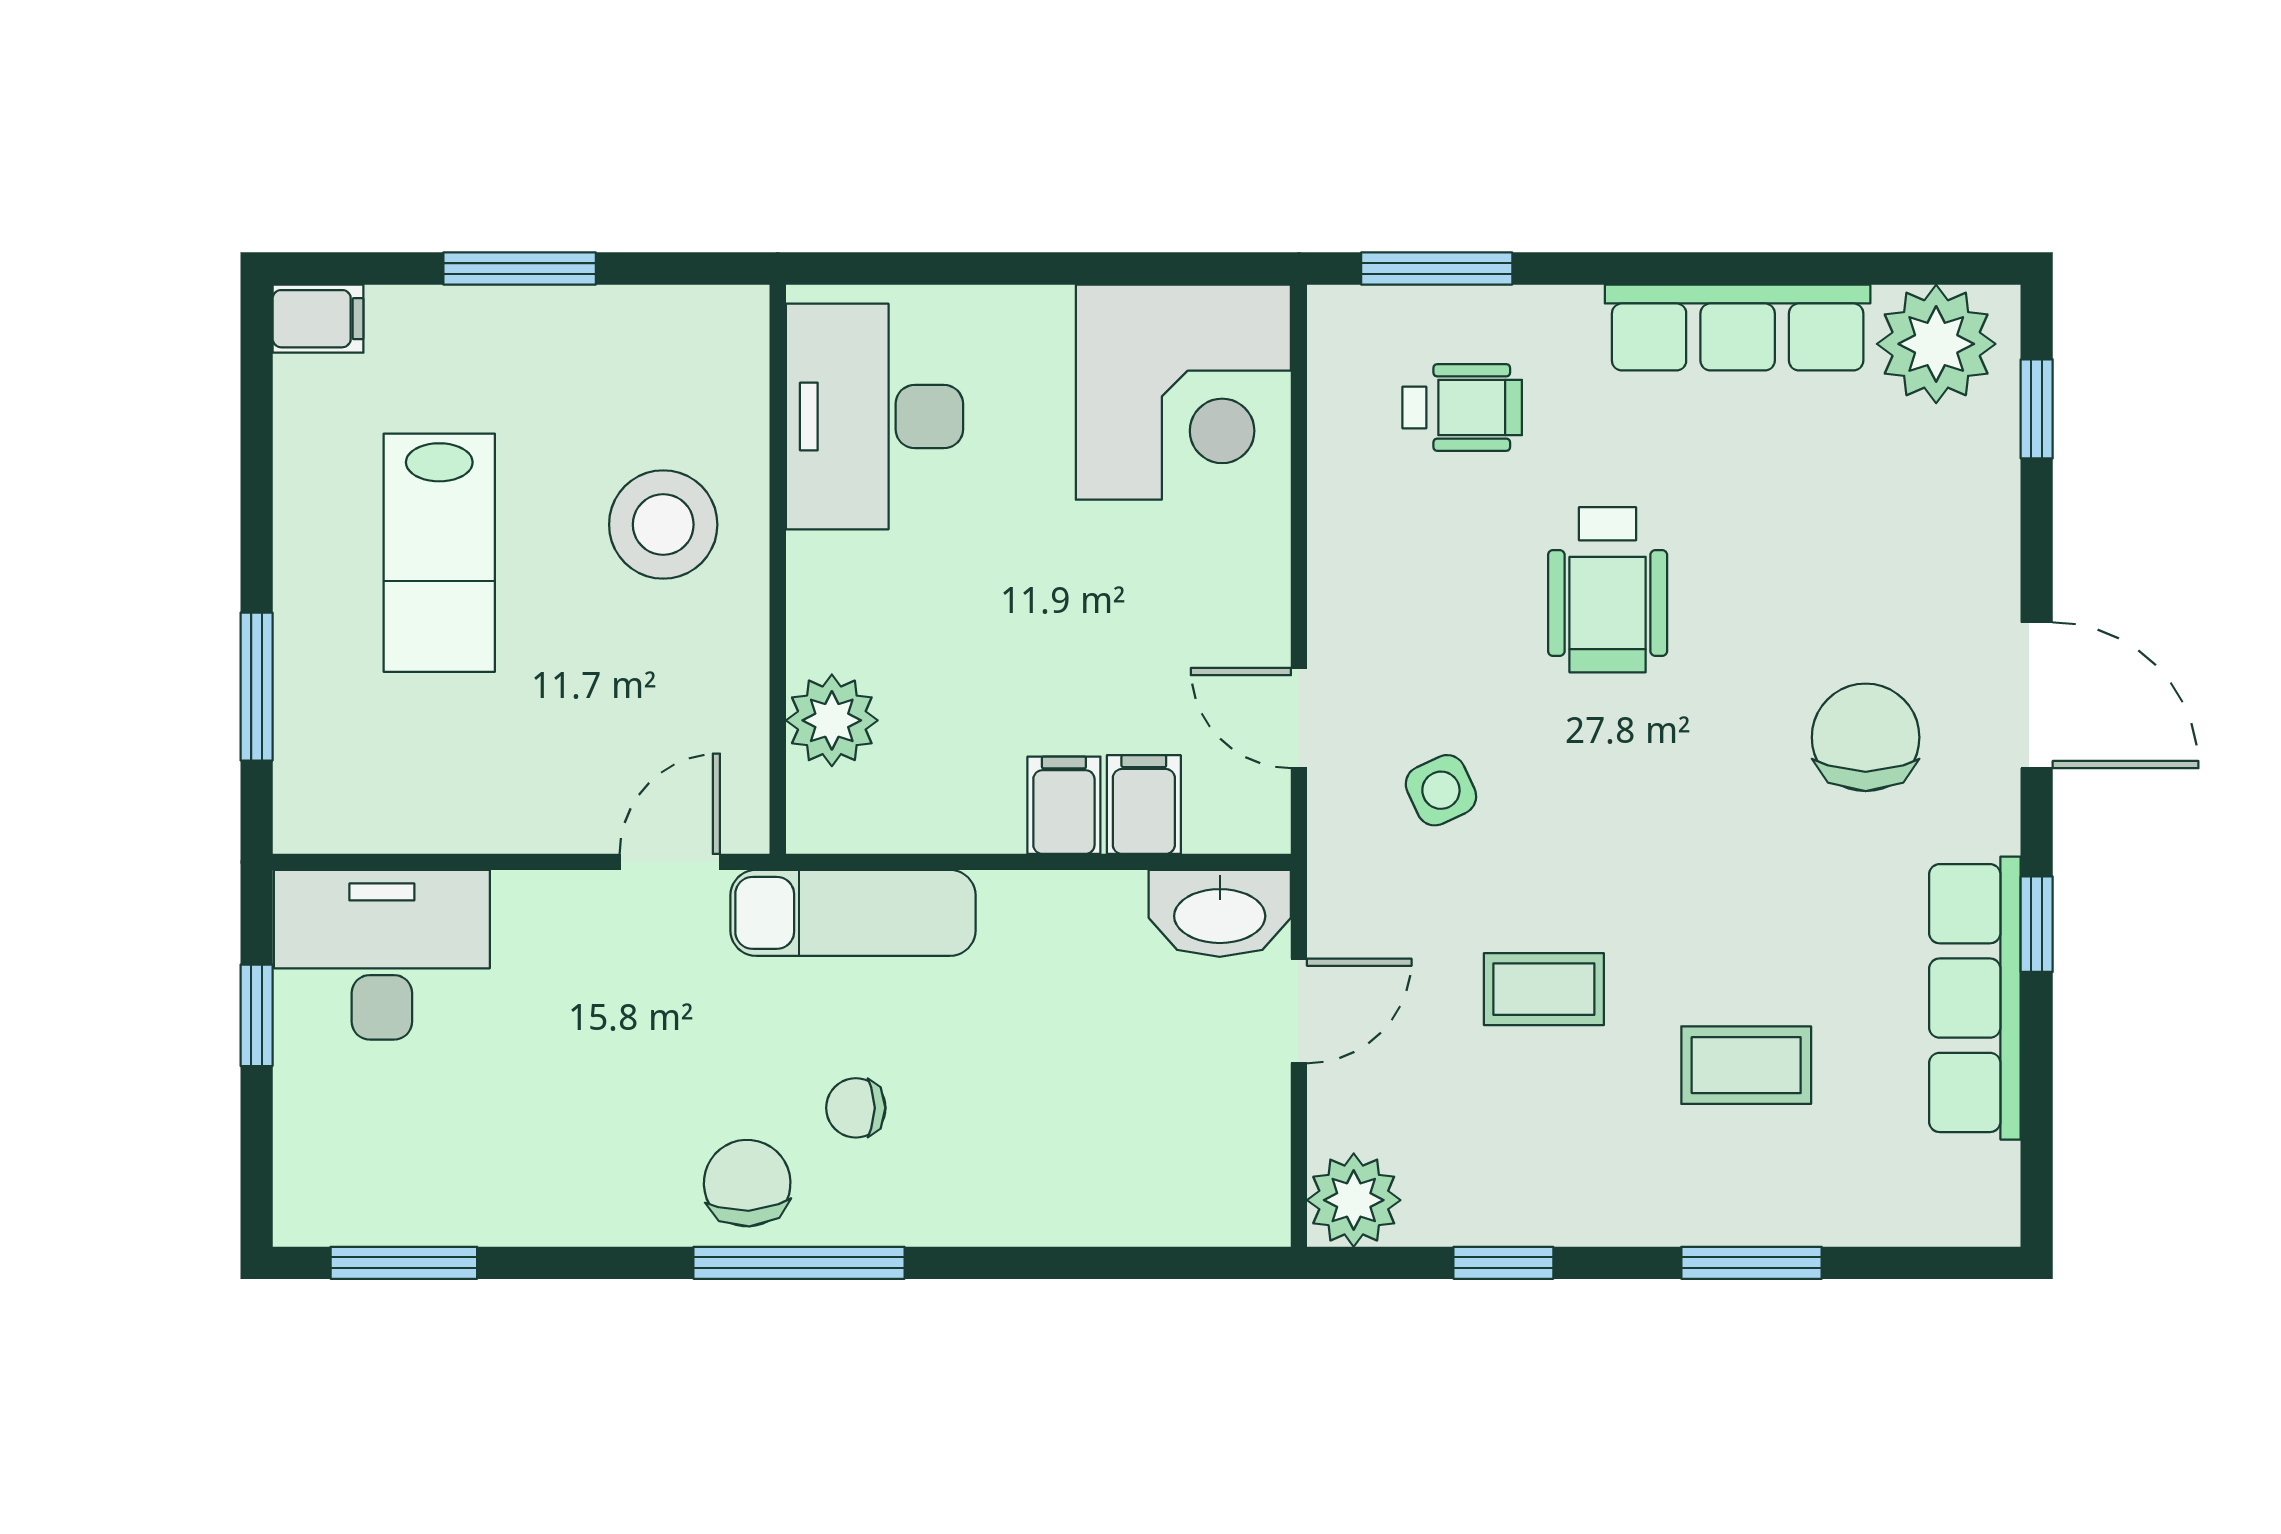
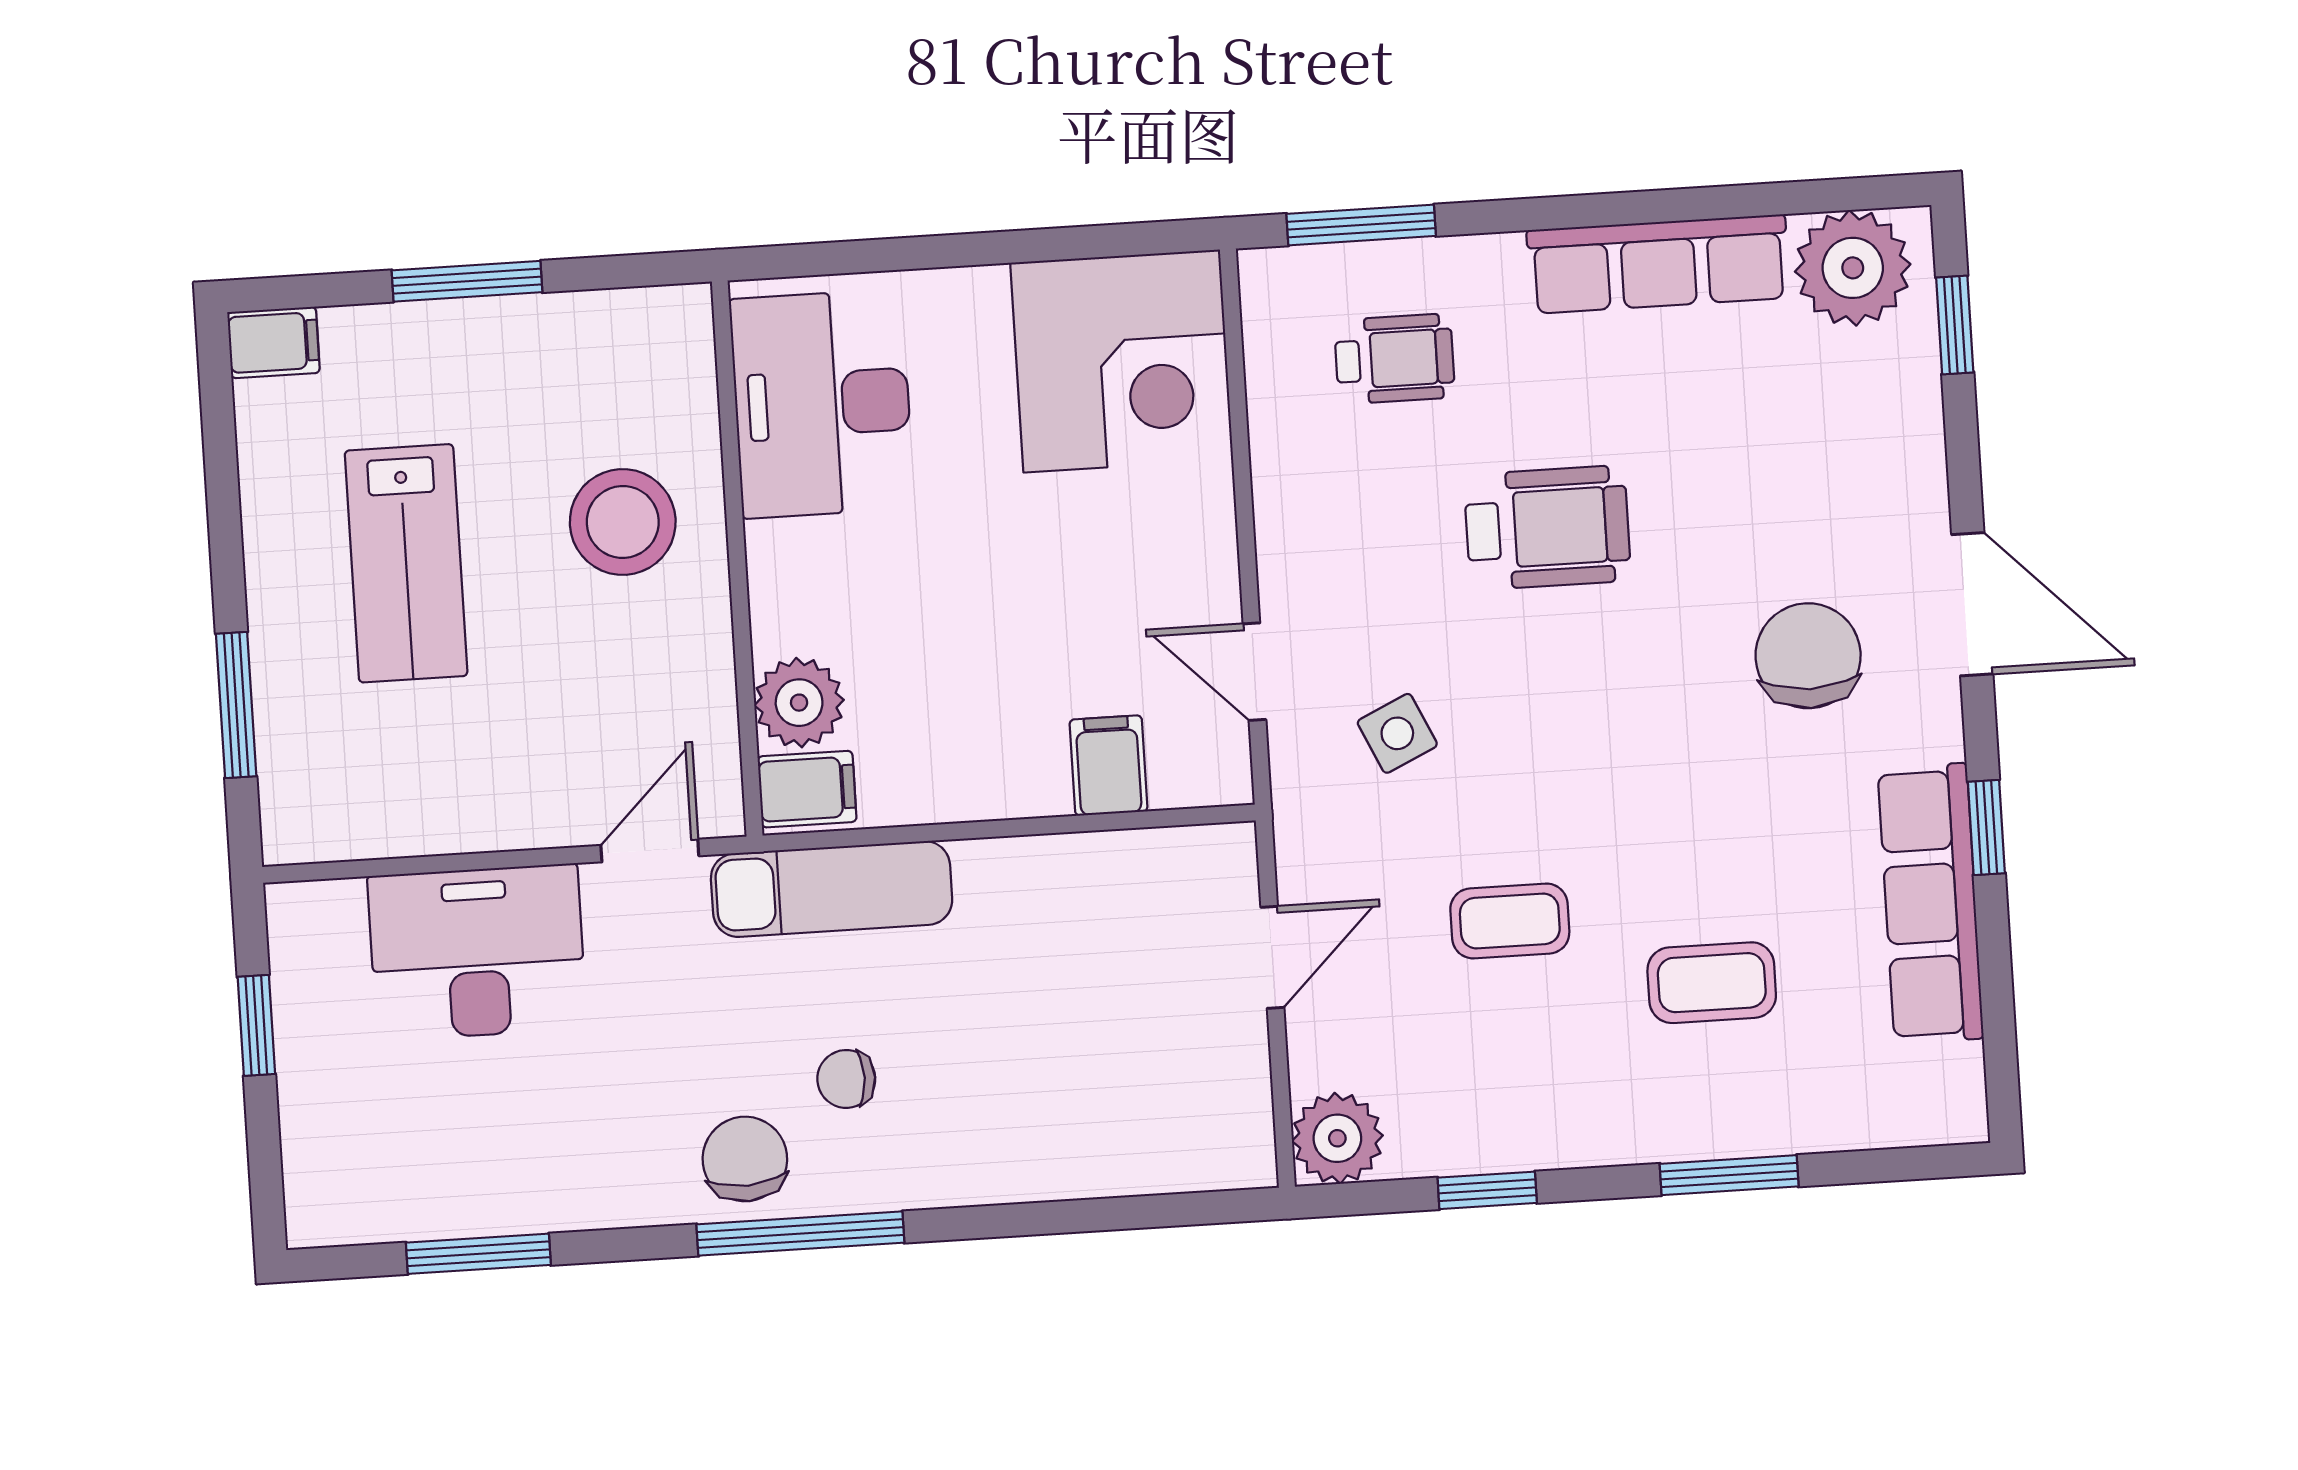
wheelchair: (1608, 590) -> (1547, 528), turned -90
filing cabinet: (1064, 805) -> (807, 789), moved, turned 90
washbasin: (1220, 913) -> (1189, 867), removed
desk: (382, 955) -> (477, 952), moved
window: (404, 1263) -> (478, 1254), moved

